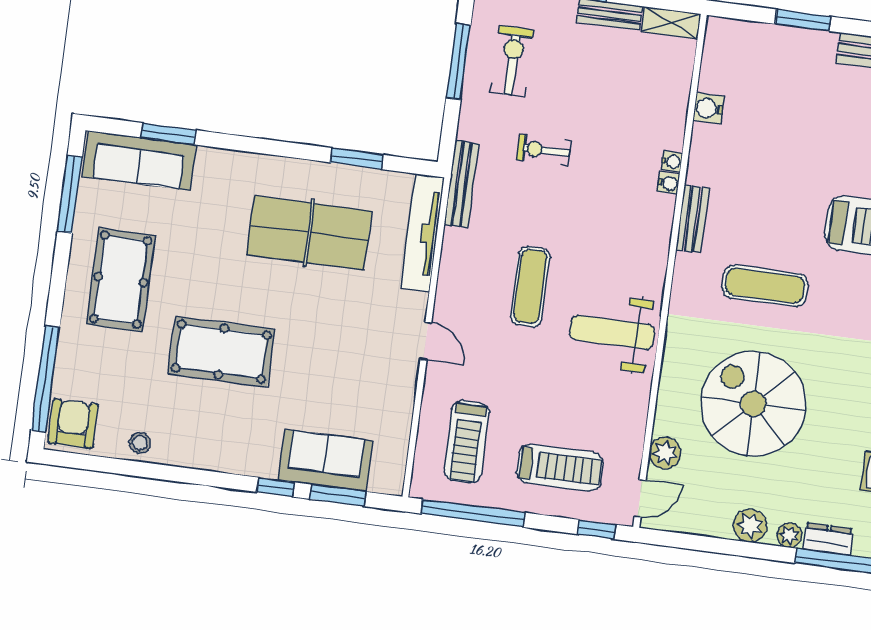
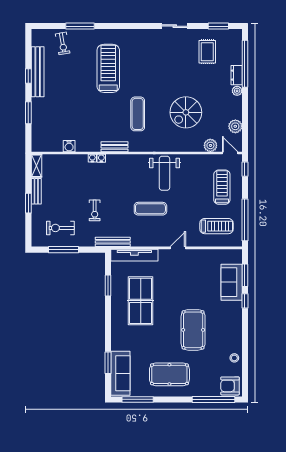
spiral stairs: (753, 404) -> (186, 112), width x0.73, depth x0.73
plant: (750, 526) -> (235, 126), moved

